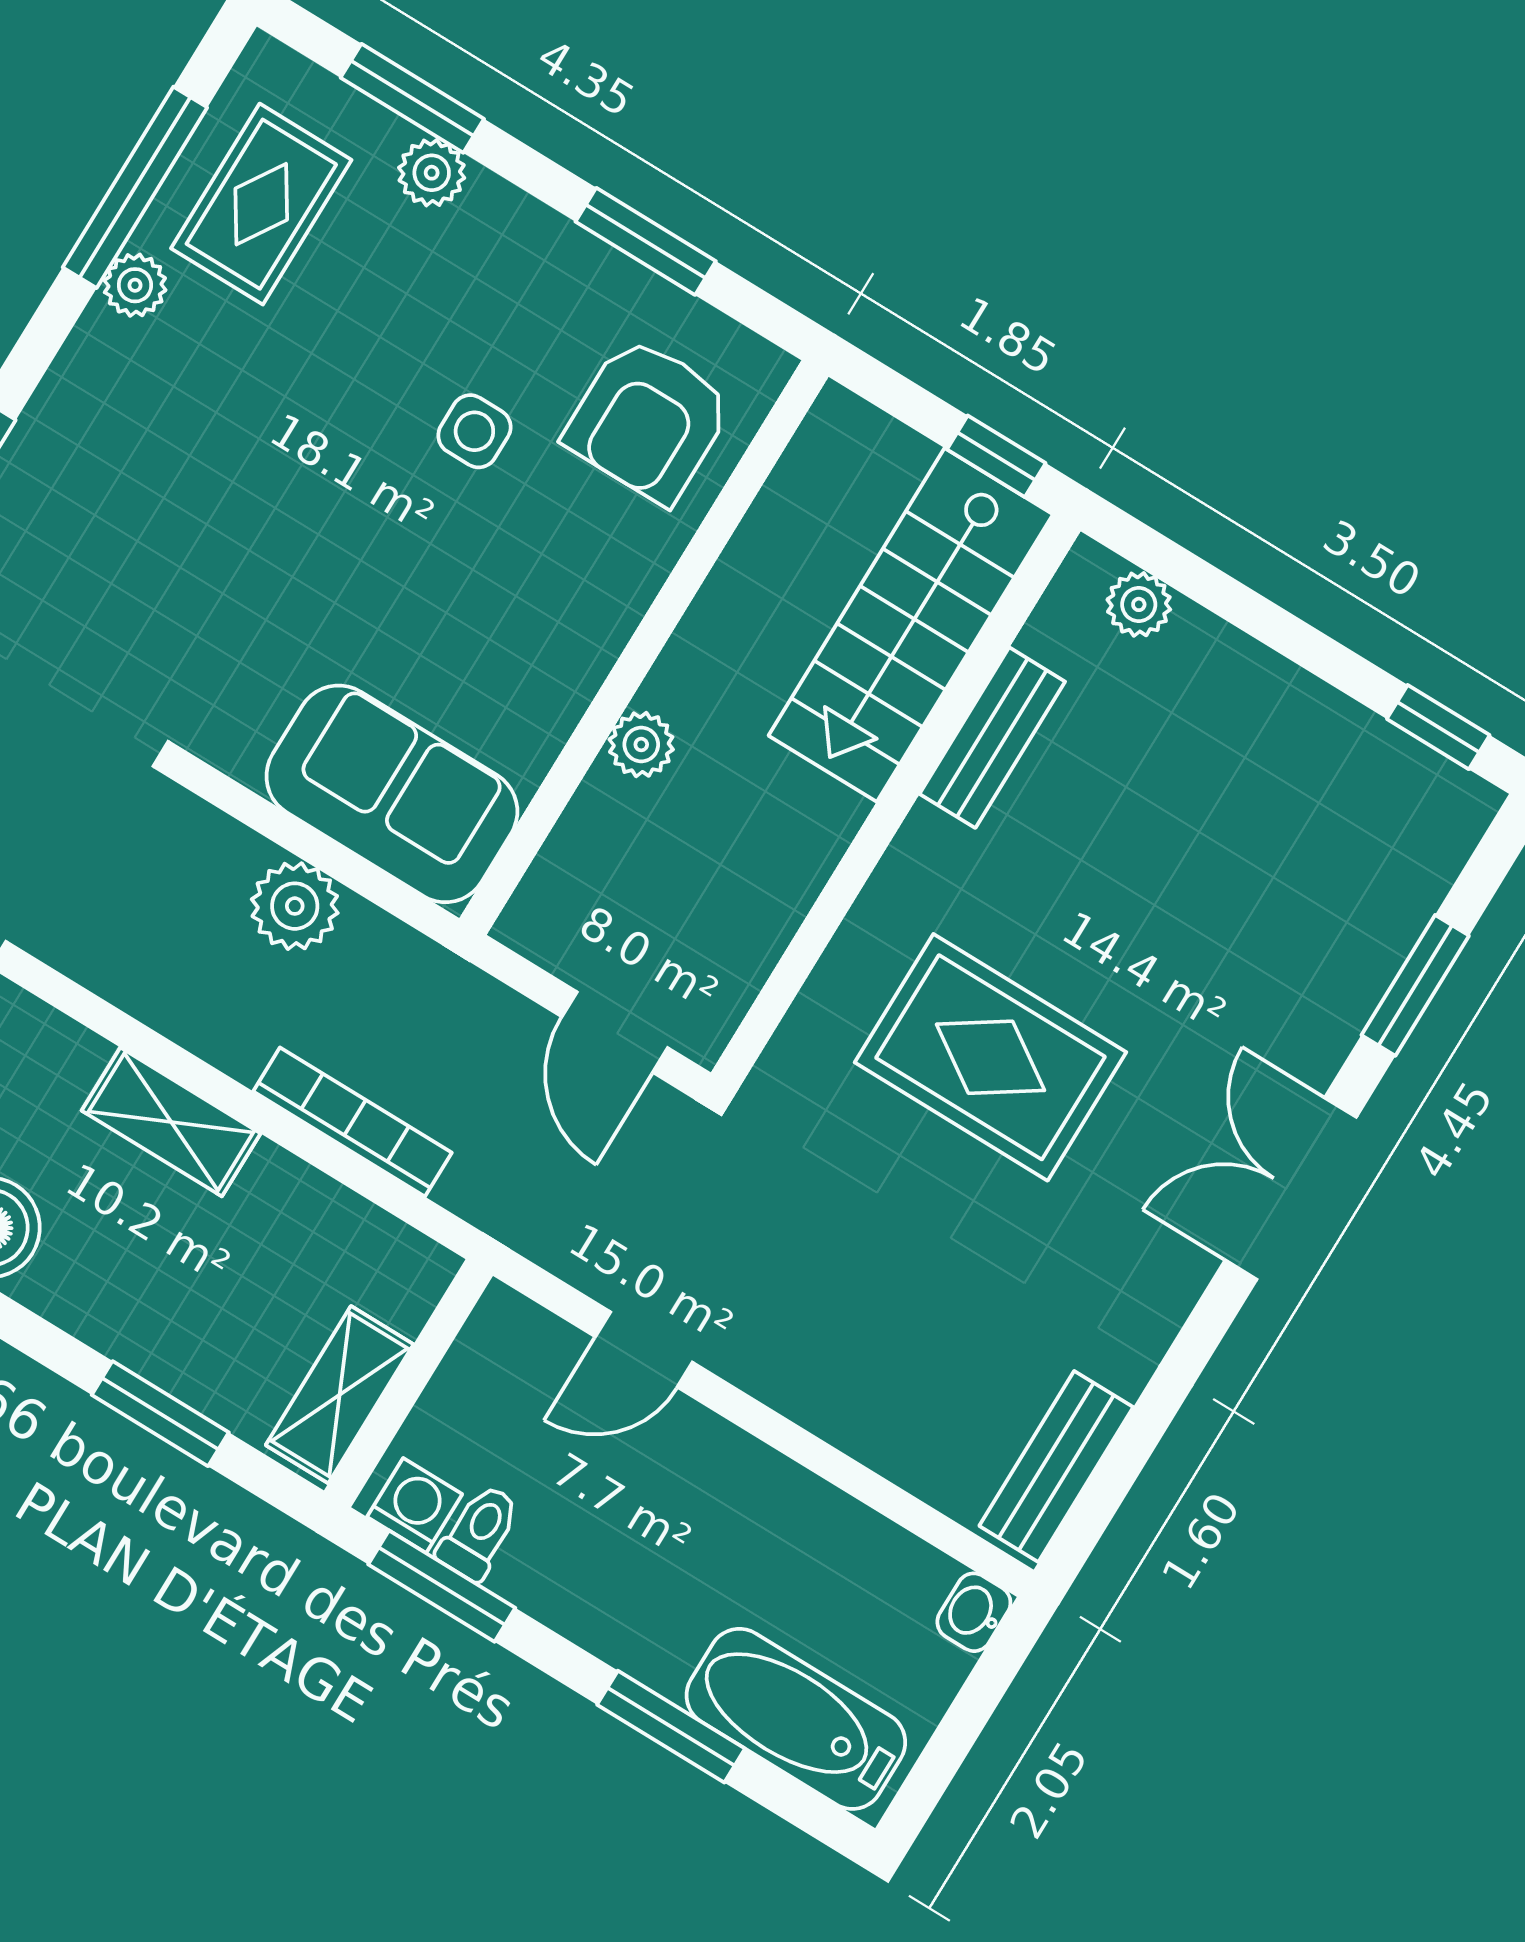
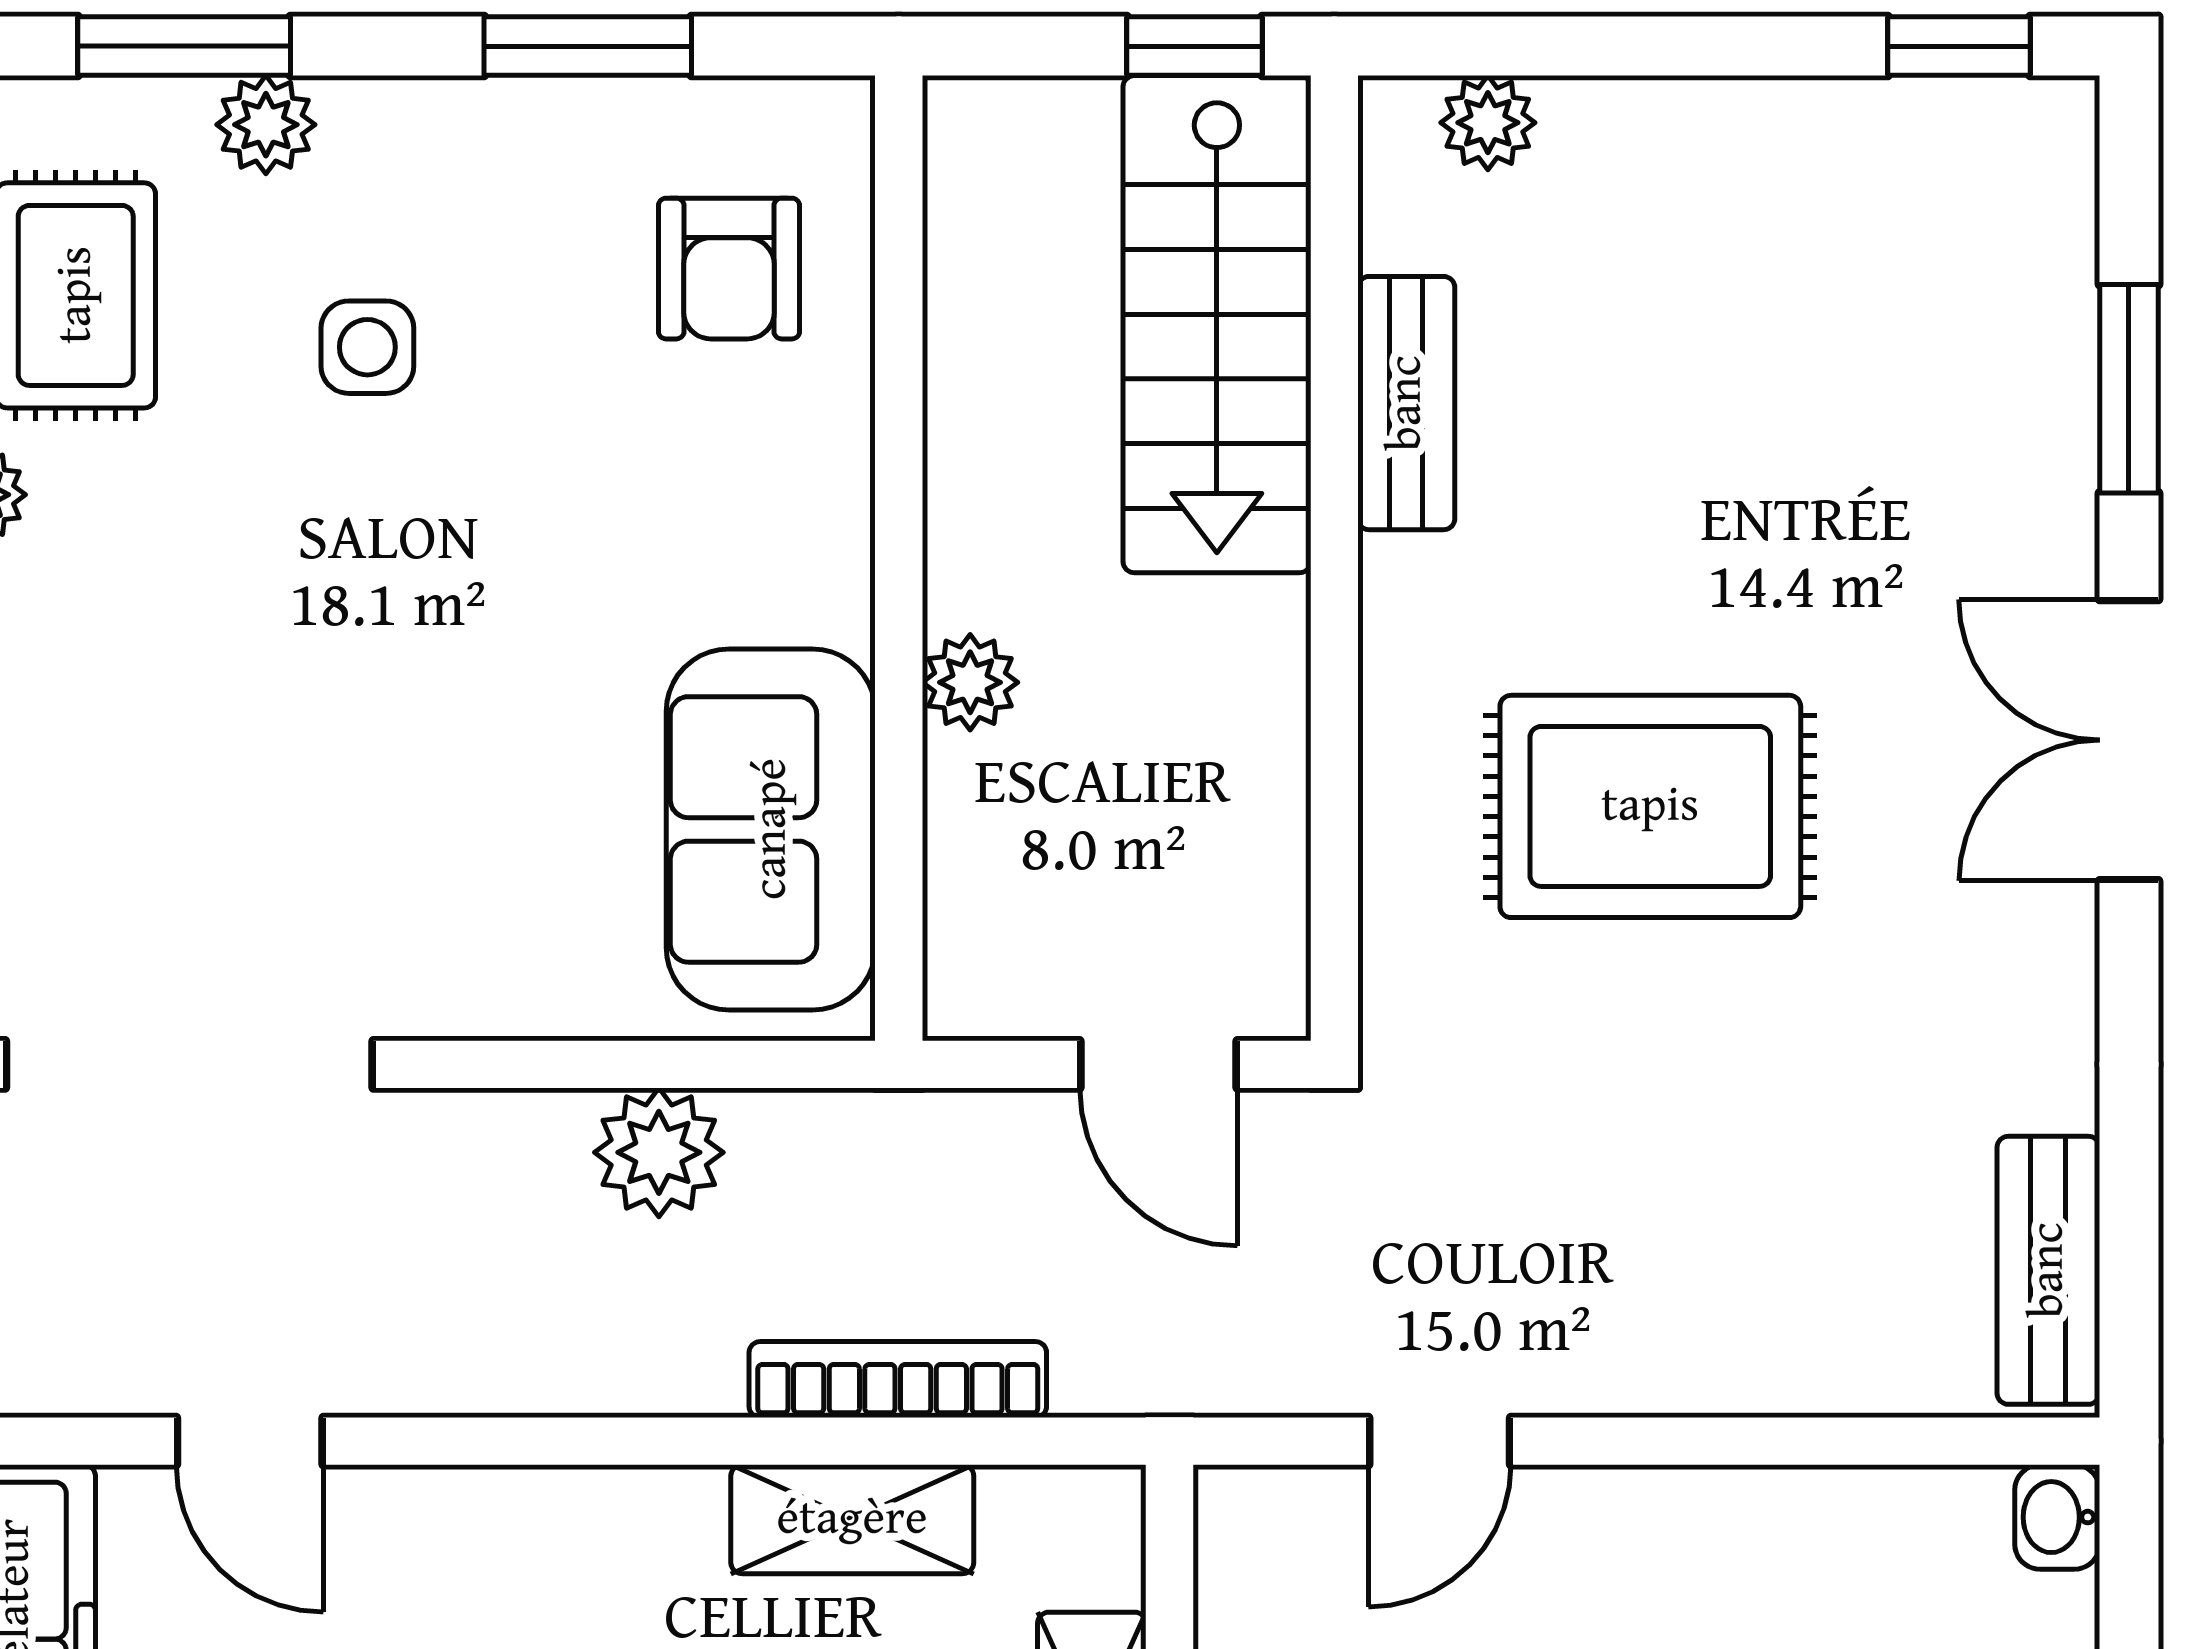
armchair: (648, 420) -> (729, 269), width x0.72, depth x0.72
side table: (474, 431) -> (367, 347), moved
sofa: (392, 794) -> (771, 829), moved, turned -90
shelving: (171, 1122) -> (852, 1519), moved

